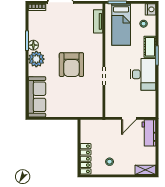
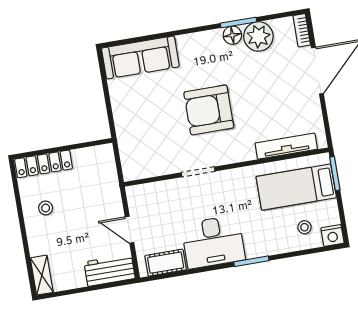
tv unit: (98, 21) -> (286, 146), width x1.41
cot: (150, 47) -> (166, 263), moved
plant: (36, 59) -> (258, 36), moved

